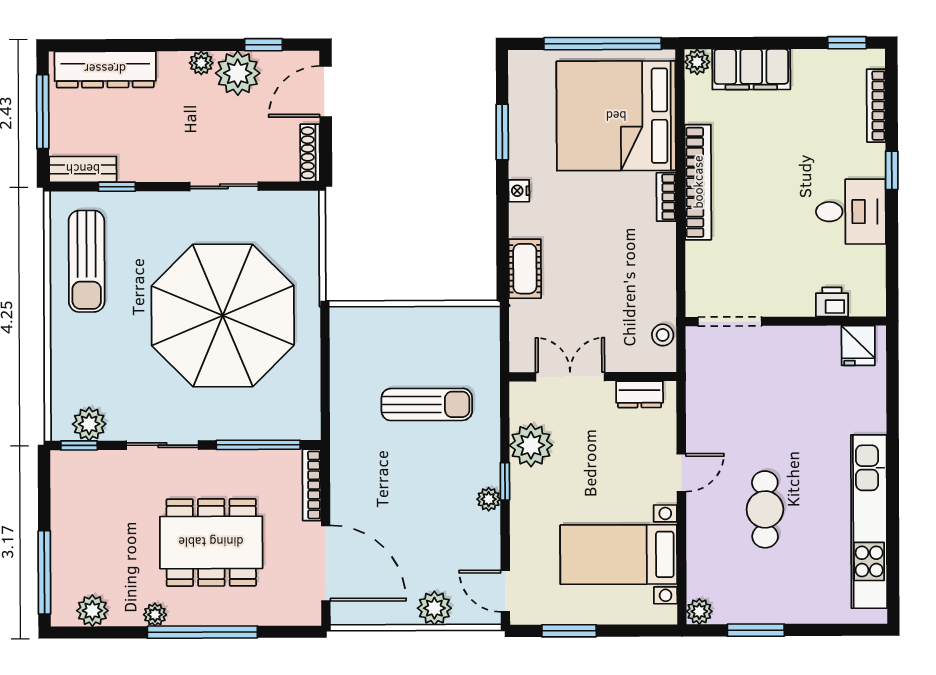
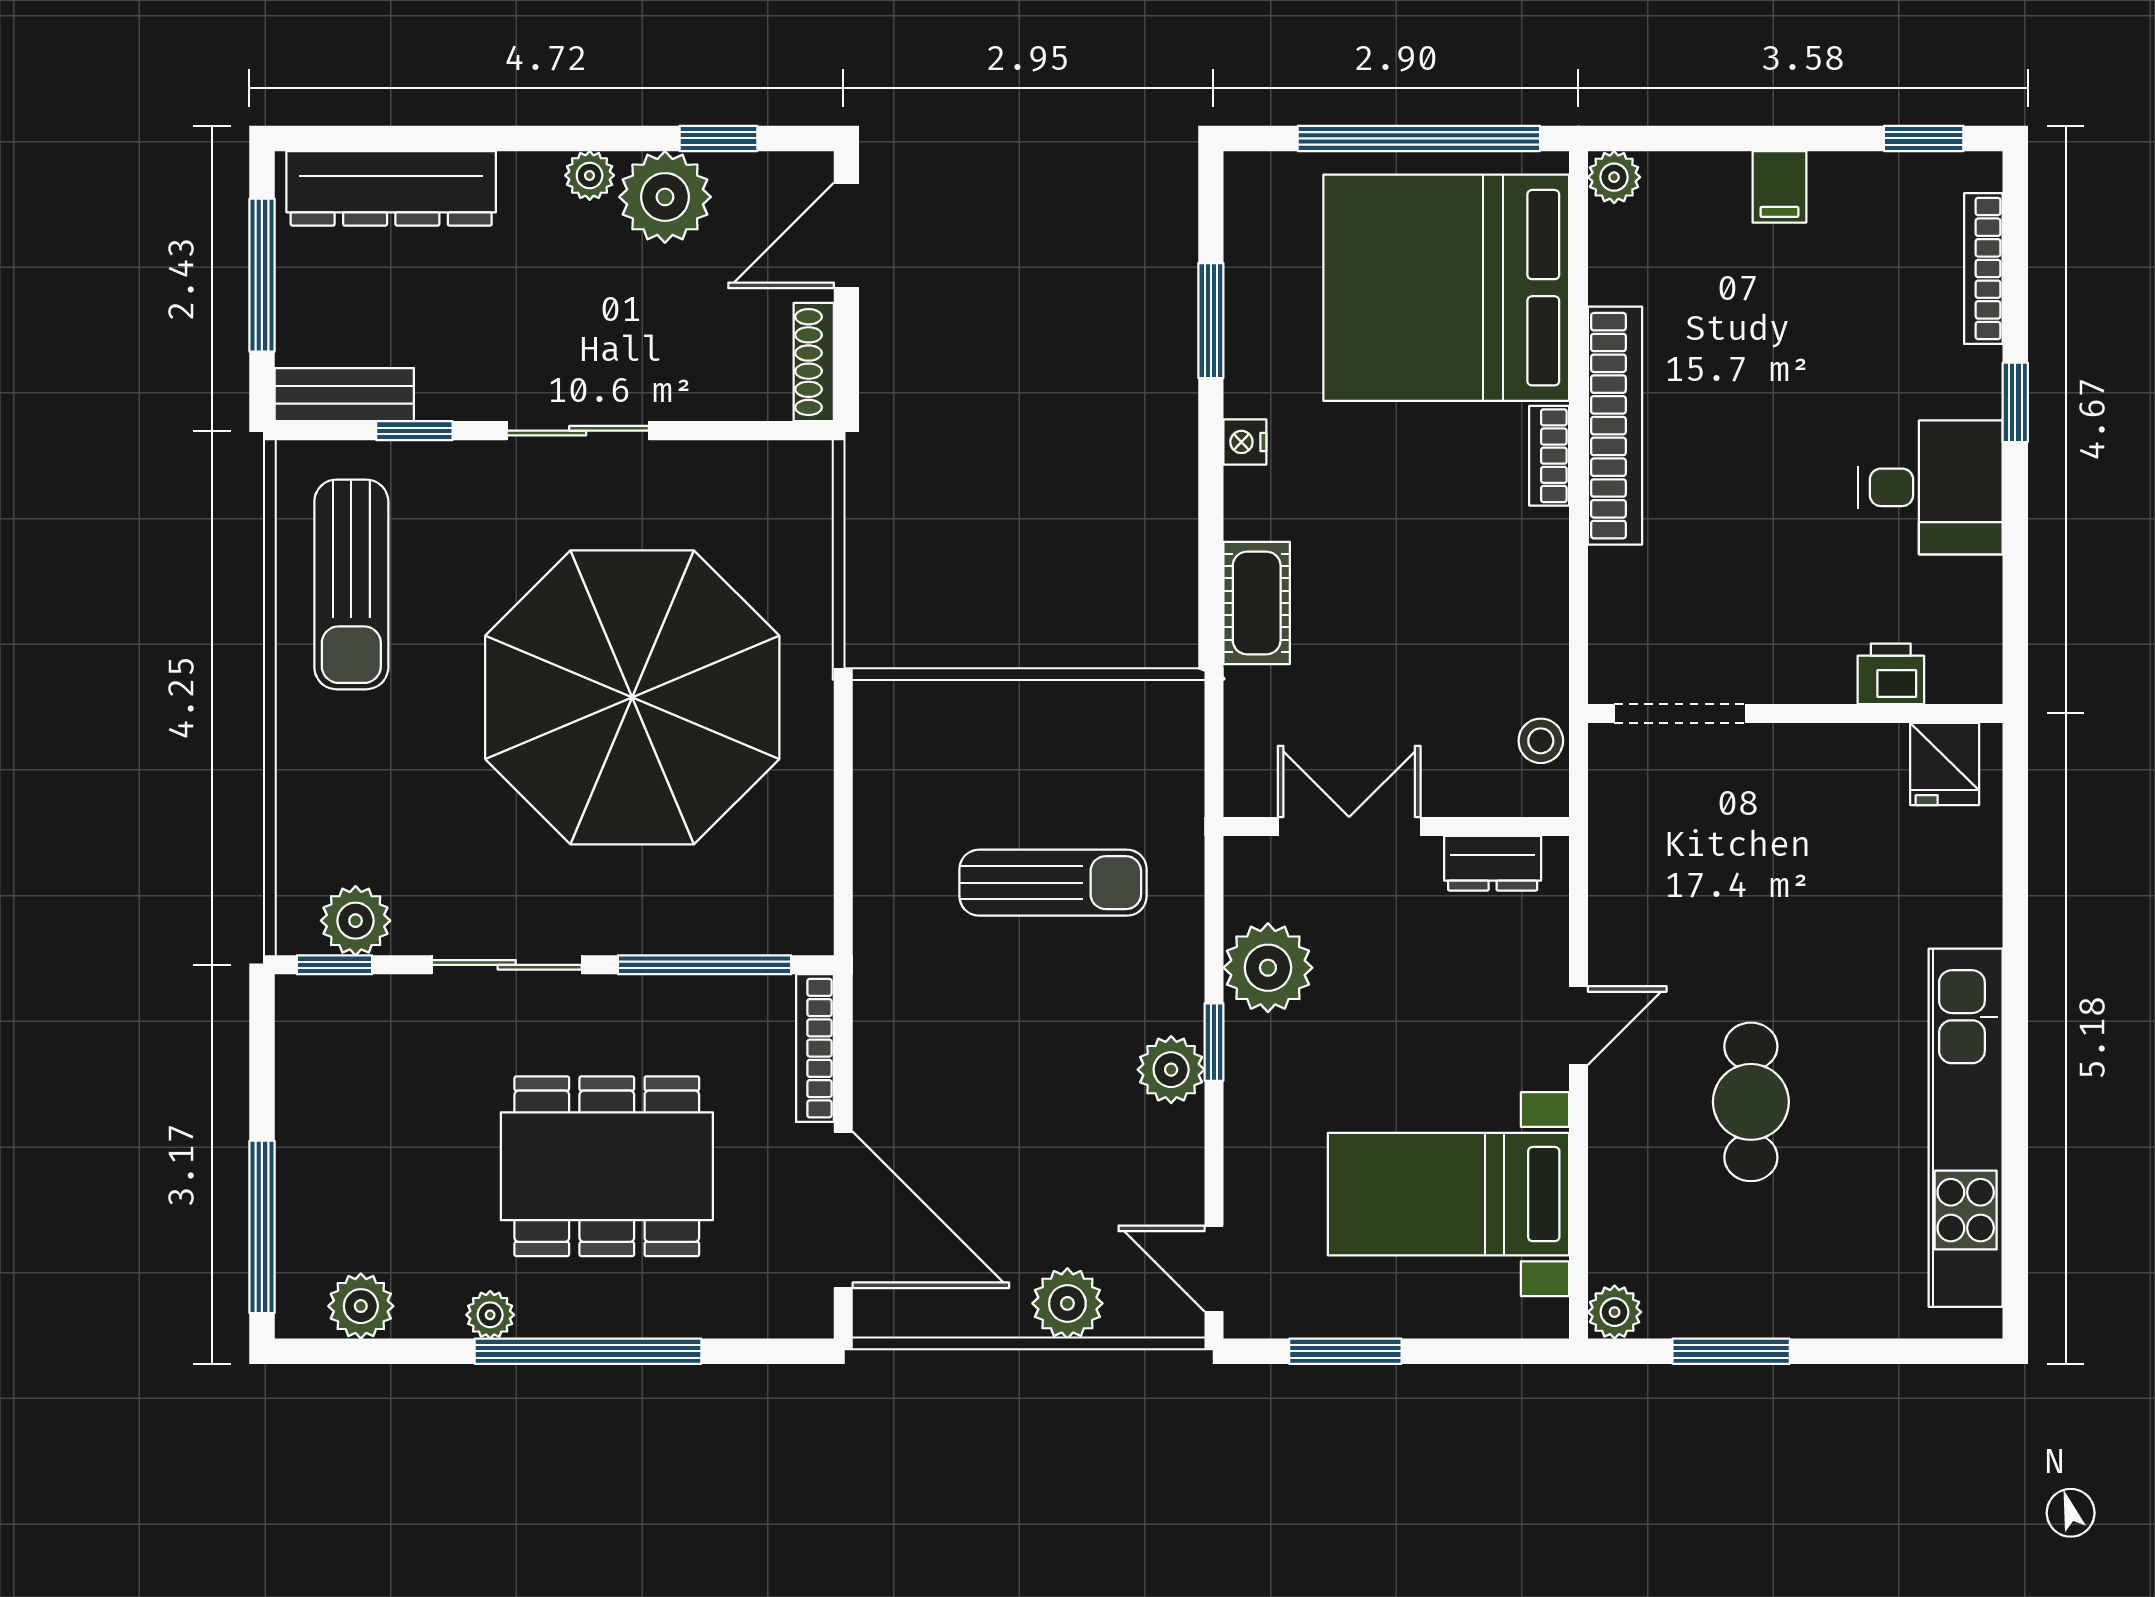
filing cabinet: (751, 69) -> (1779, 187), width x0.33, depth x0.86
sliding door: (224, 186) -> (578, 431), moved
plant: (489, 499) -> (1171, 1070), width x1.38, depth x1.38

